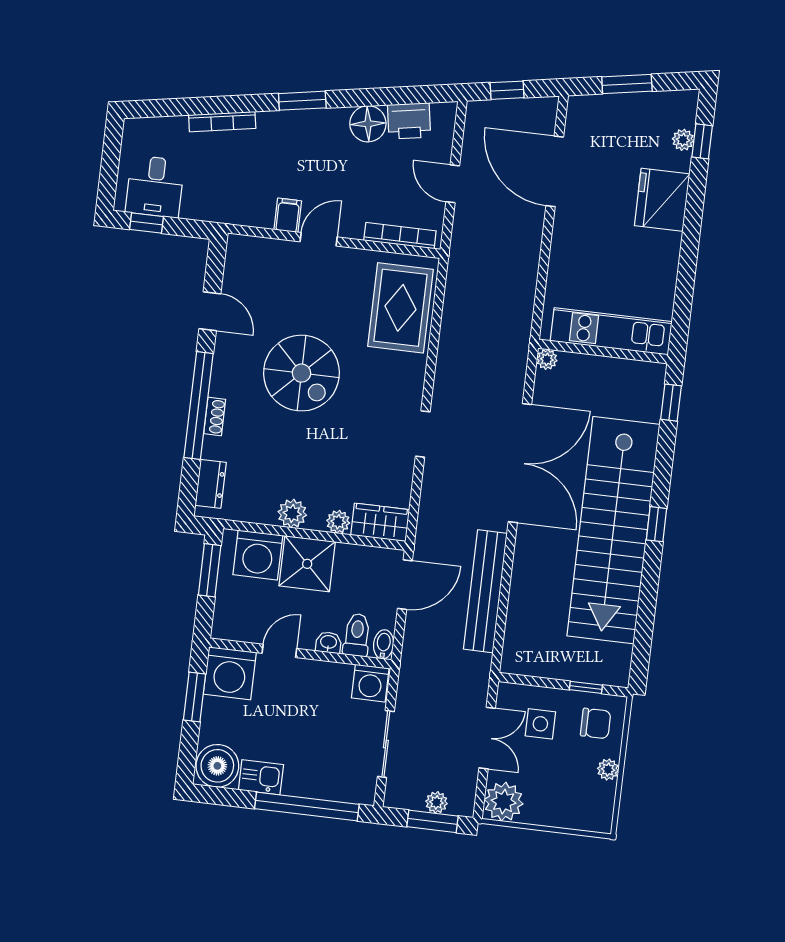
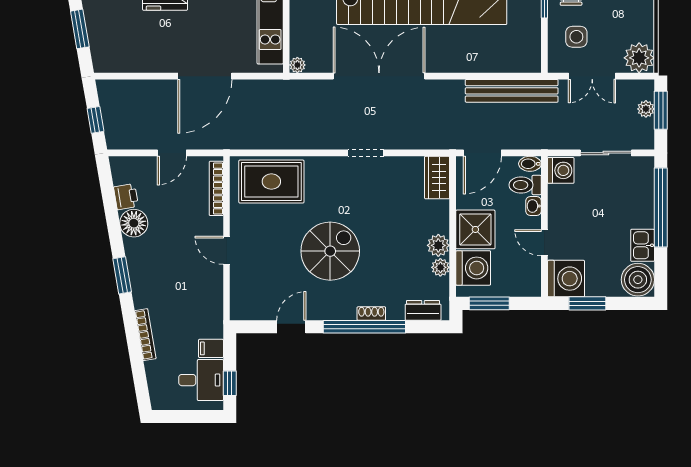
printer: (409, 121) -> (126, 197), width x0.73, depth x0.81
door: (555, 171) -> (205, 76), moved
filing cabinet: (288, 215) -> (211, 348), moved
plant: (338, 522) -> (440, 267), moved
door: (405, 585) -> (482, 153), swing flipped
bench: (485, 591) -> (512, 91), moved
double door: (487, 738) -> (592, 76), swing flipped

